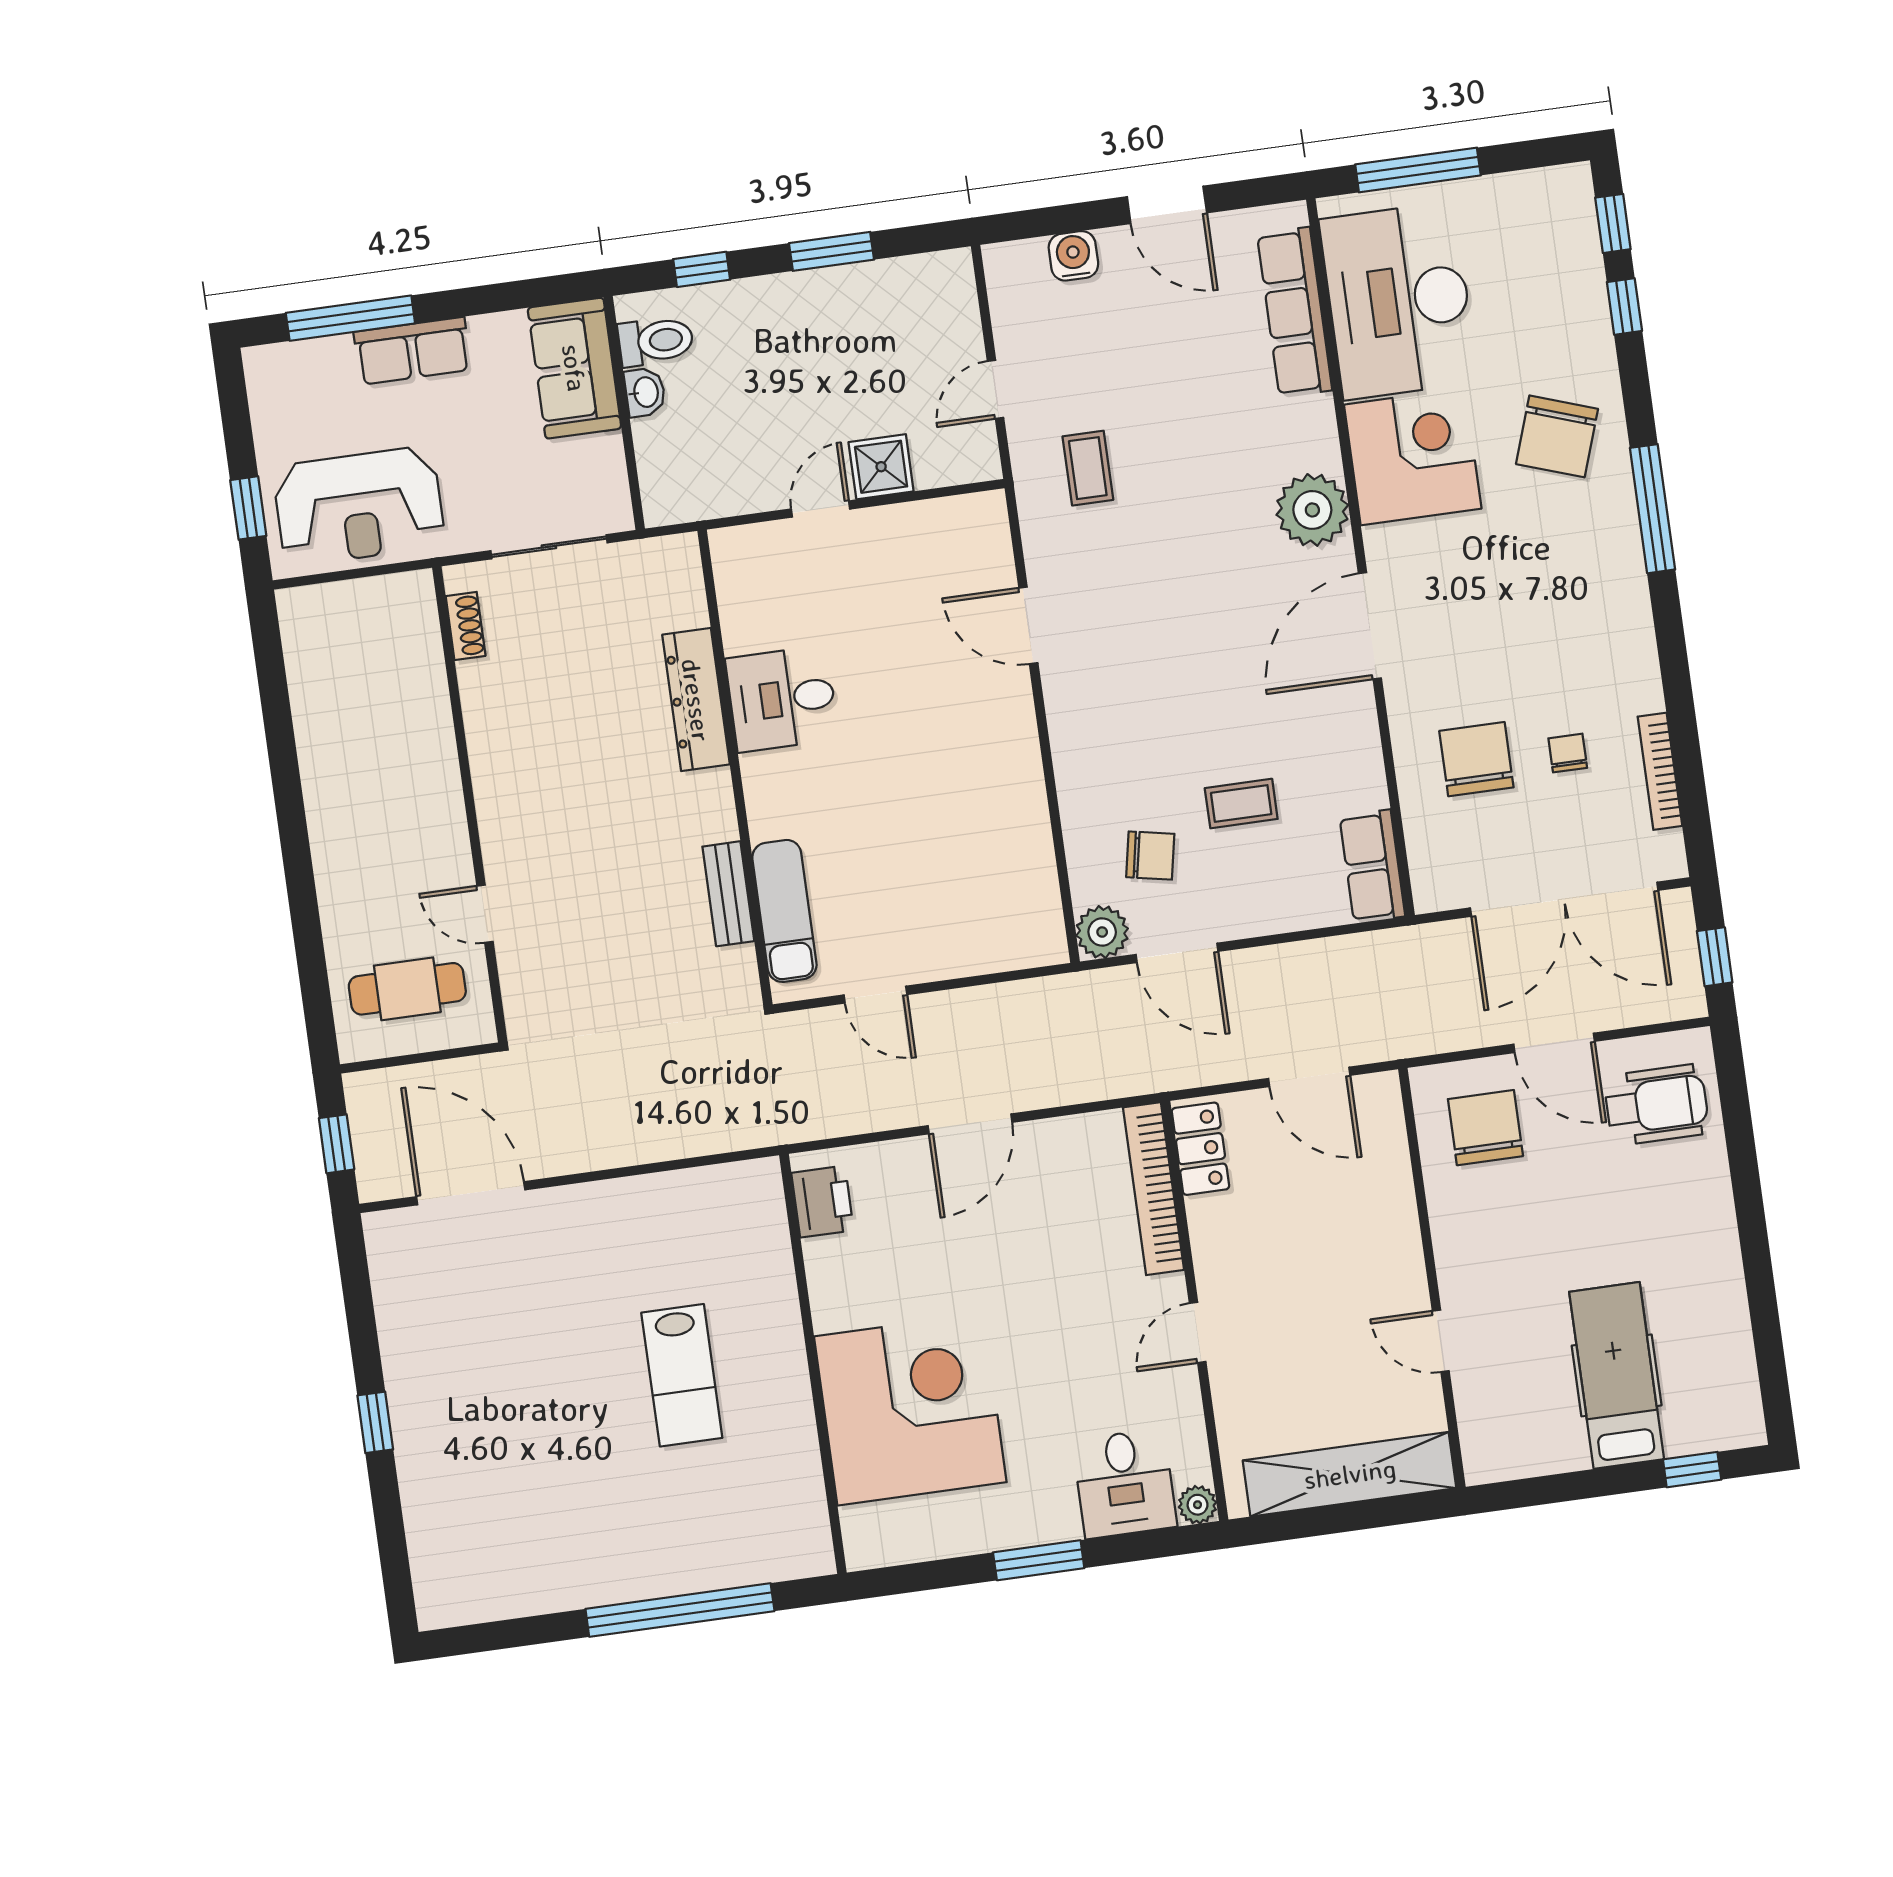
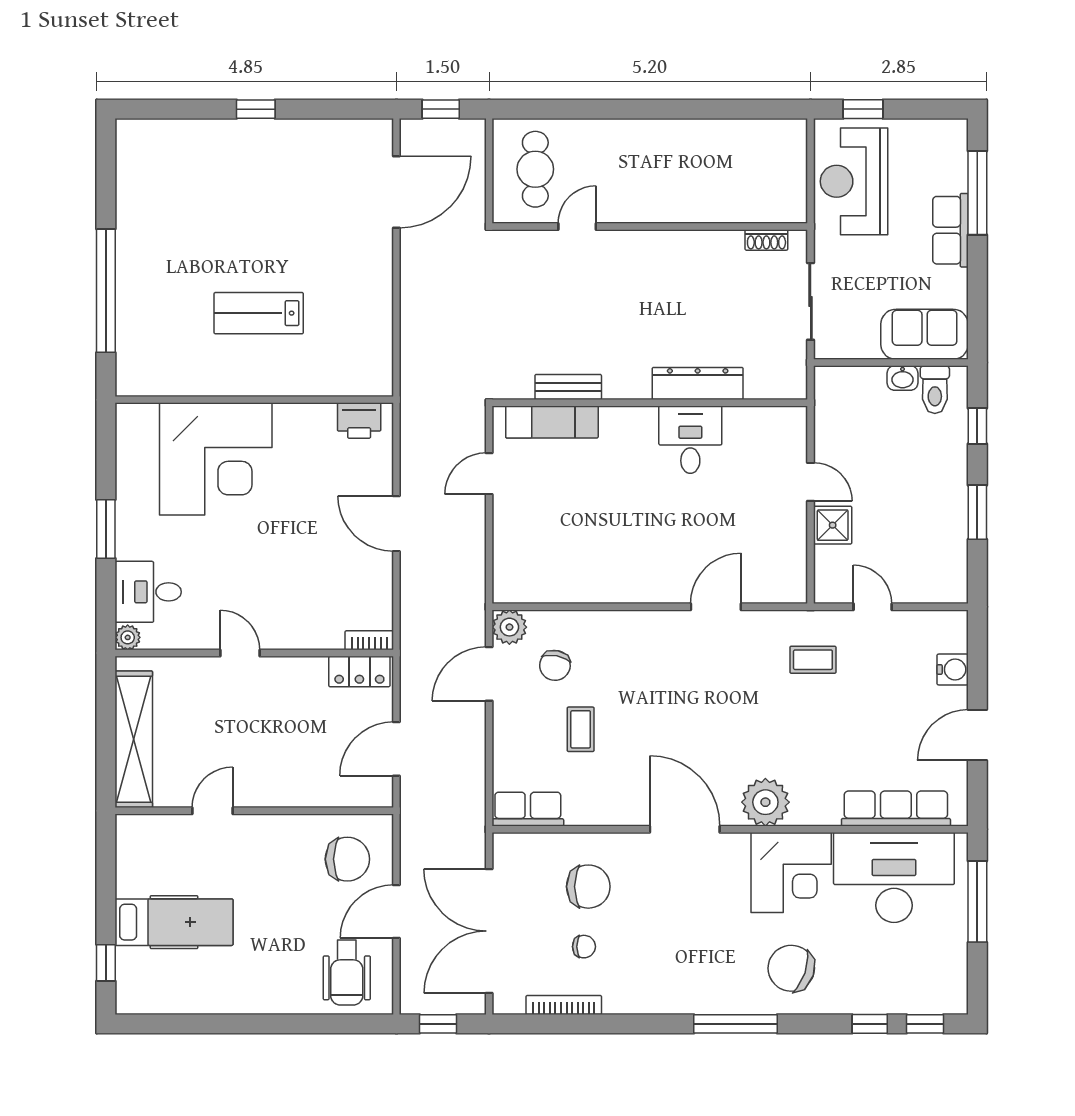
bookcase: (1153, 1189) -> (369, 640), width x0.43, depth x0.76

